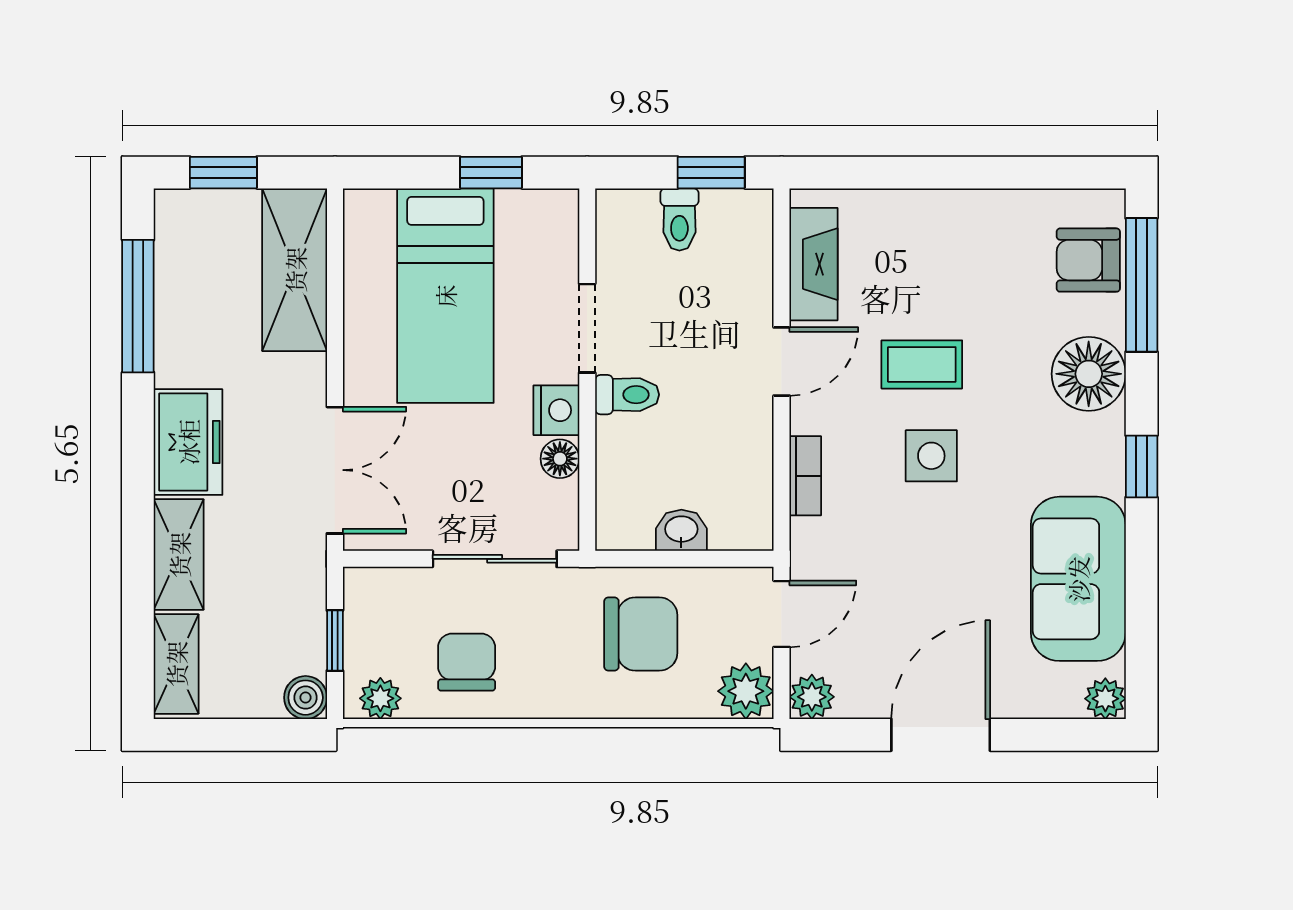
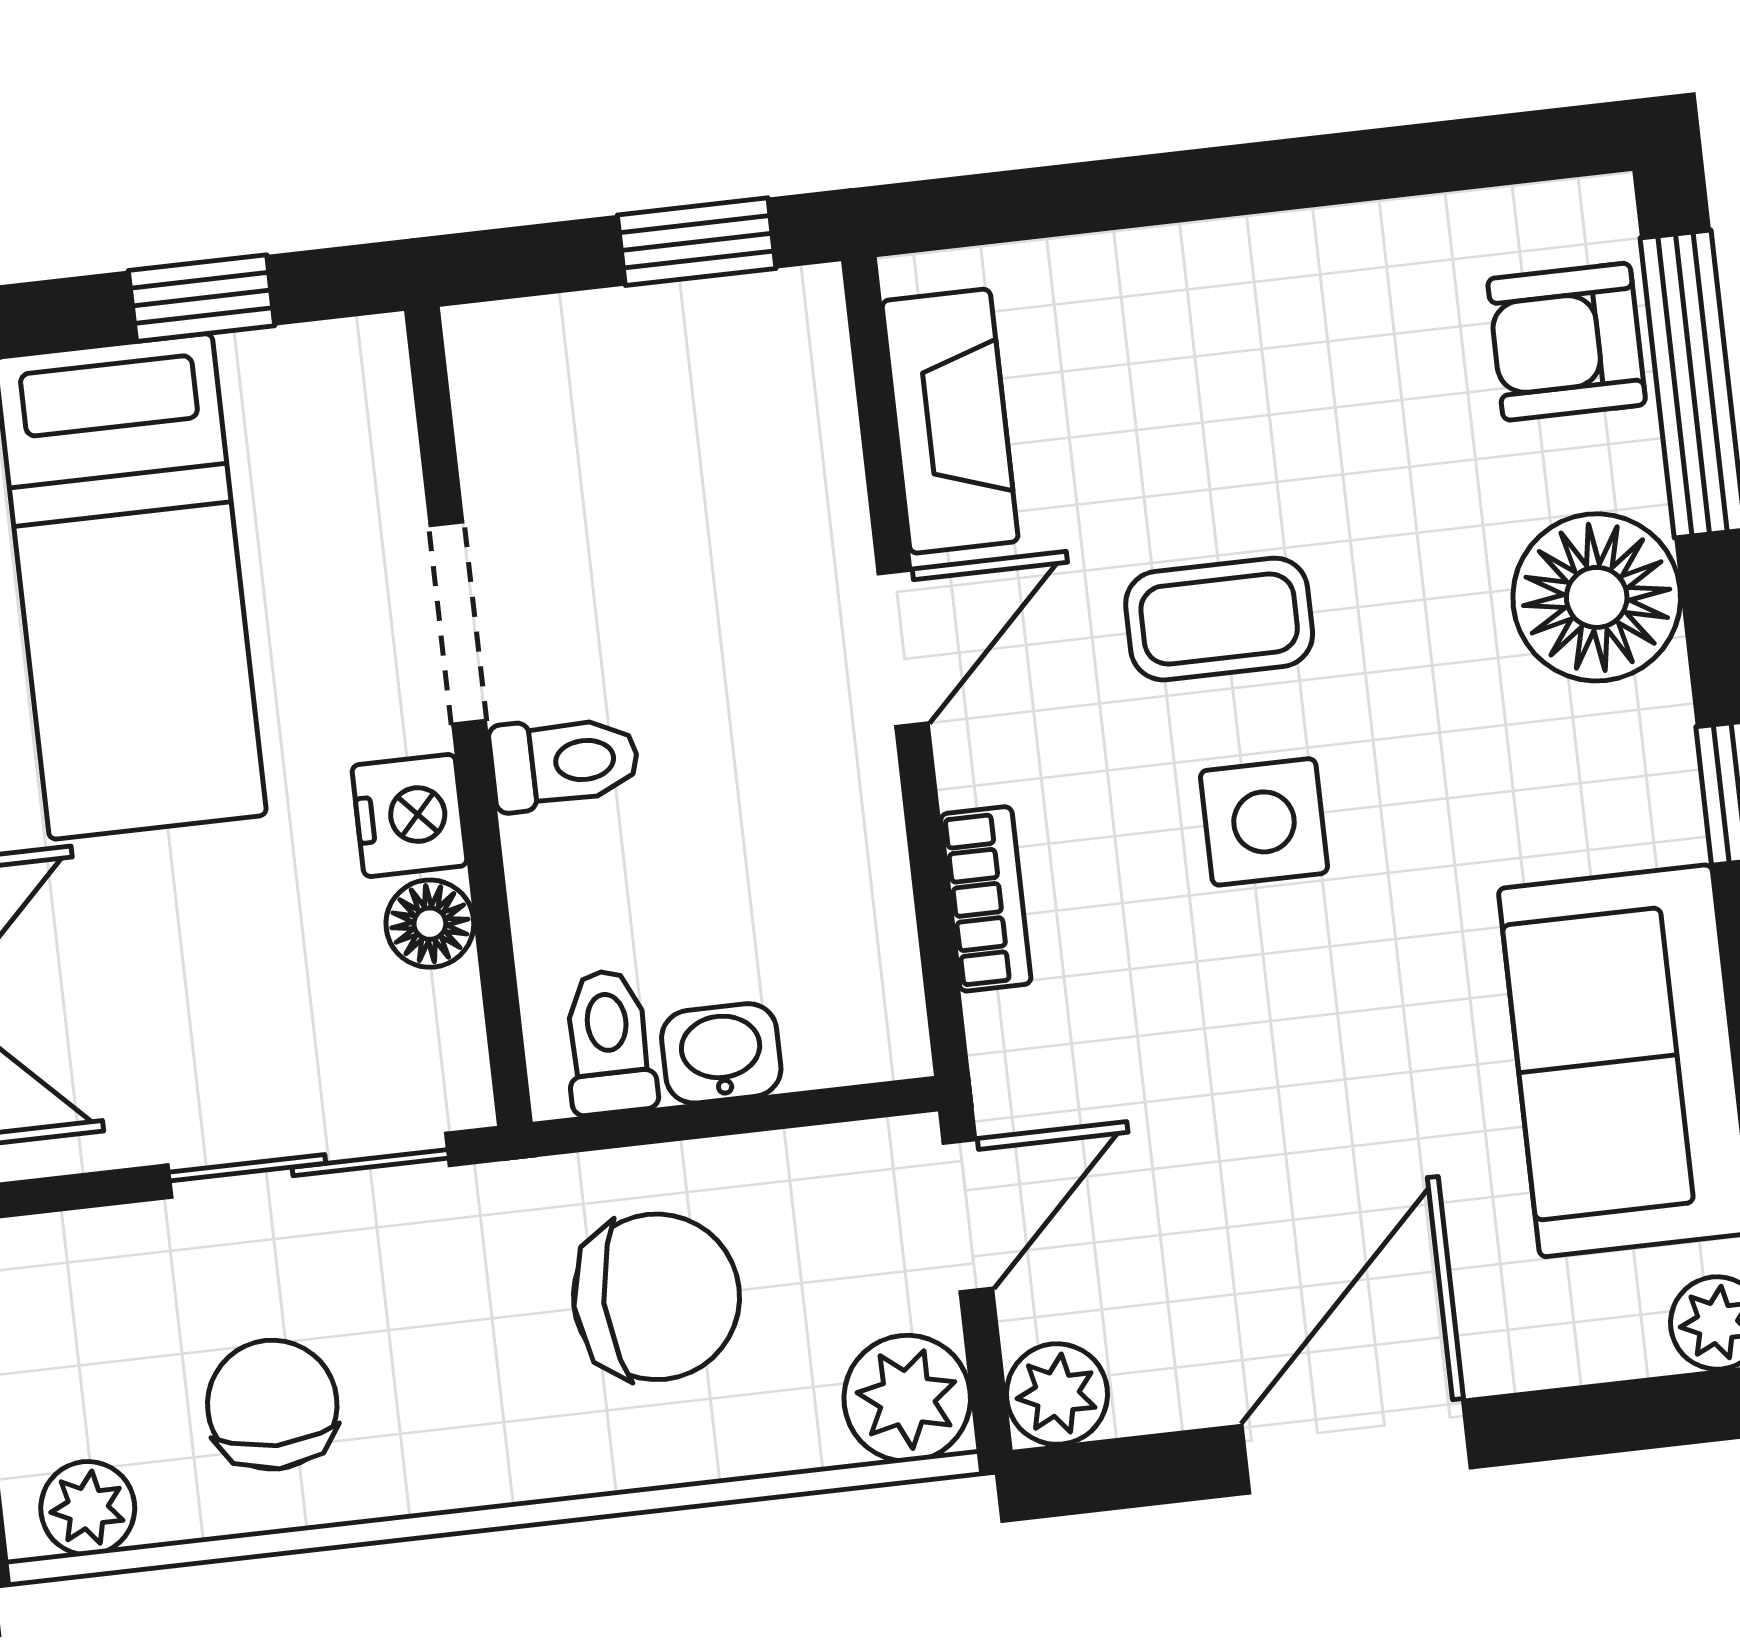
toilet: (679, 220) -> (609, 1042), moved, turned 180

